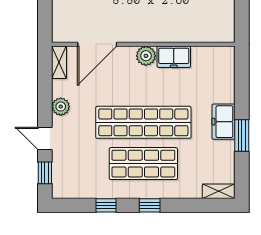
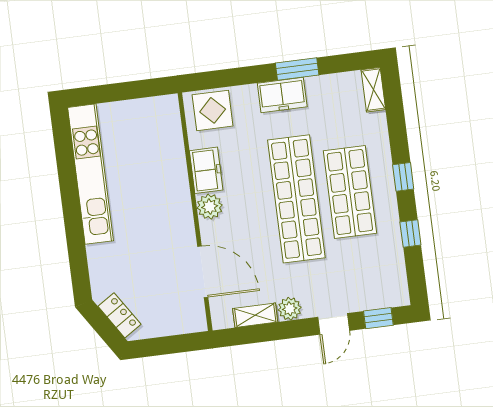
shelving: (59, 62) -> (255, 315), moved
display table: (219, 67) -> (213, 110), added

